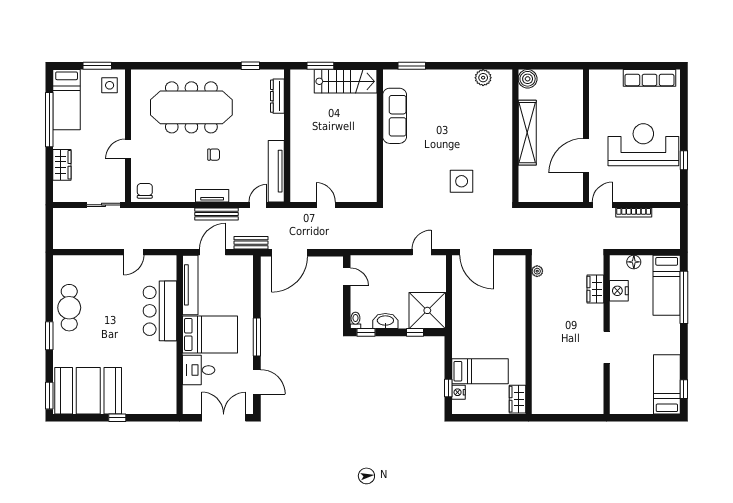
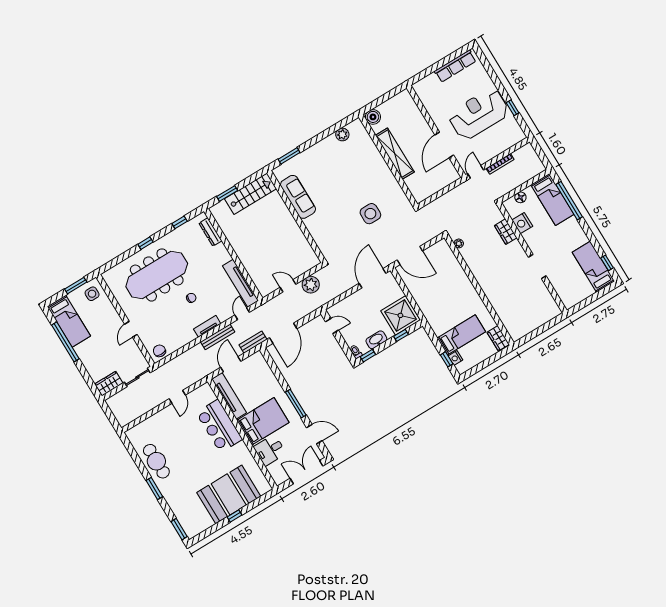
window: (200, 66) -> (145, 243), added
wardrobe: (62, 165) -> (109, 384), moved, turned -90
plant: (351, 219) -> (311, 285), added
door: (422, 252) -> (373, 278), width x1.88
booth: (88, 391) -> (229, 494), moved

